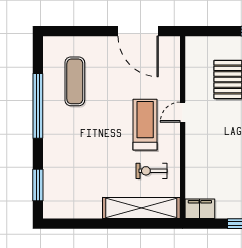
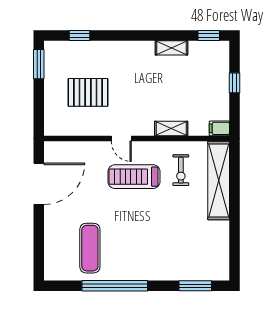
exercise mat: (75, 81) -> (90, 248), turned 90
shelving: (192, 161) -> (171, 129), added
filing cabinet: (200, 209) -> (219, 128), width x0.50

